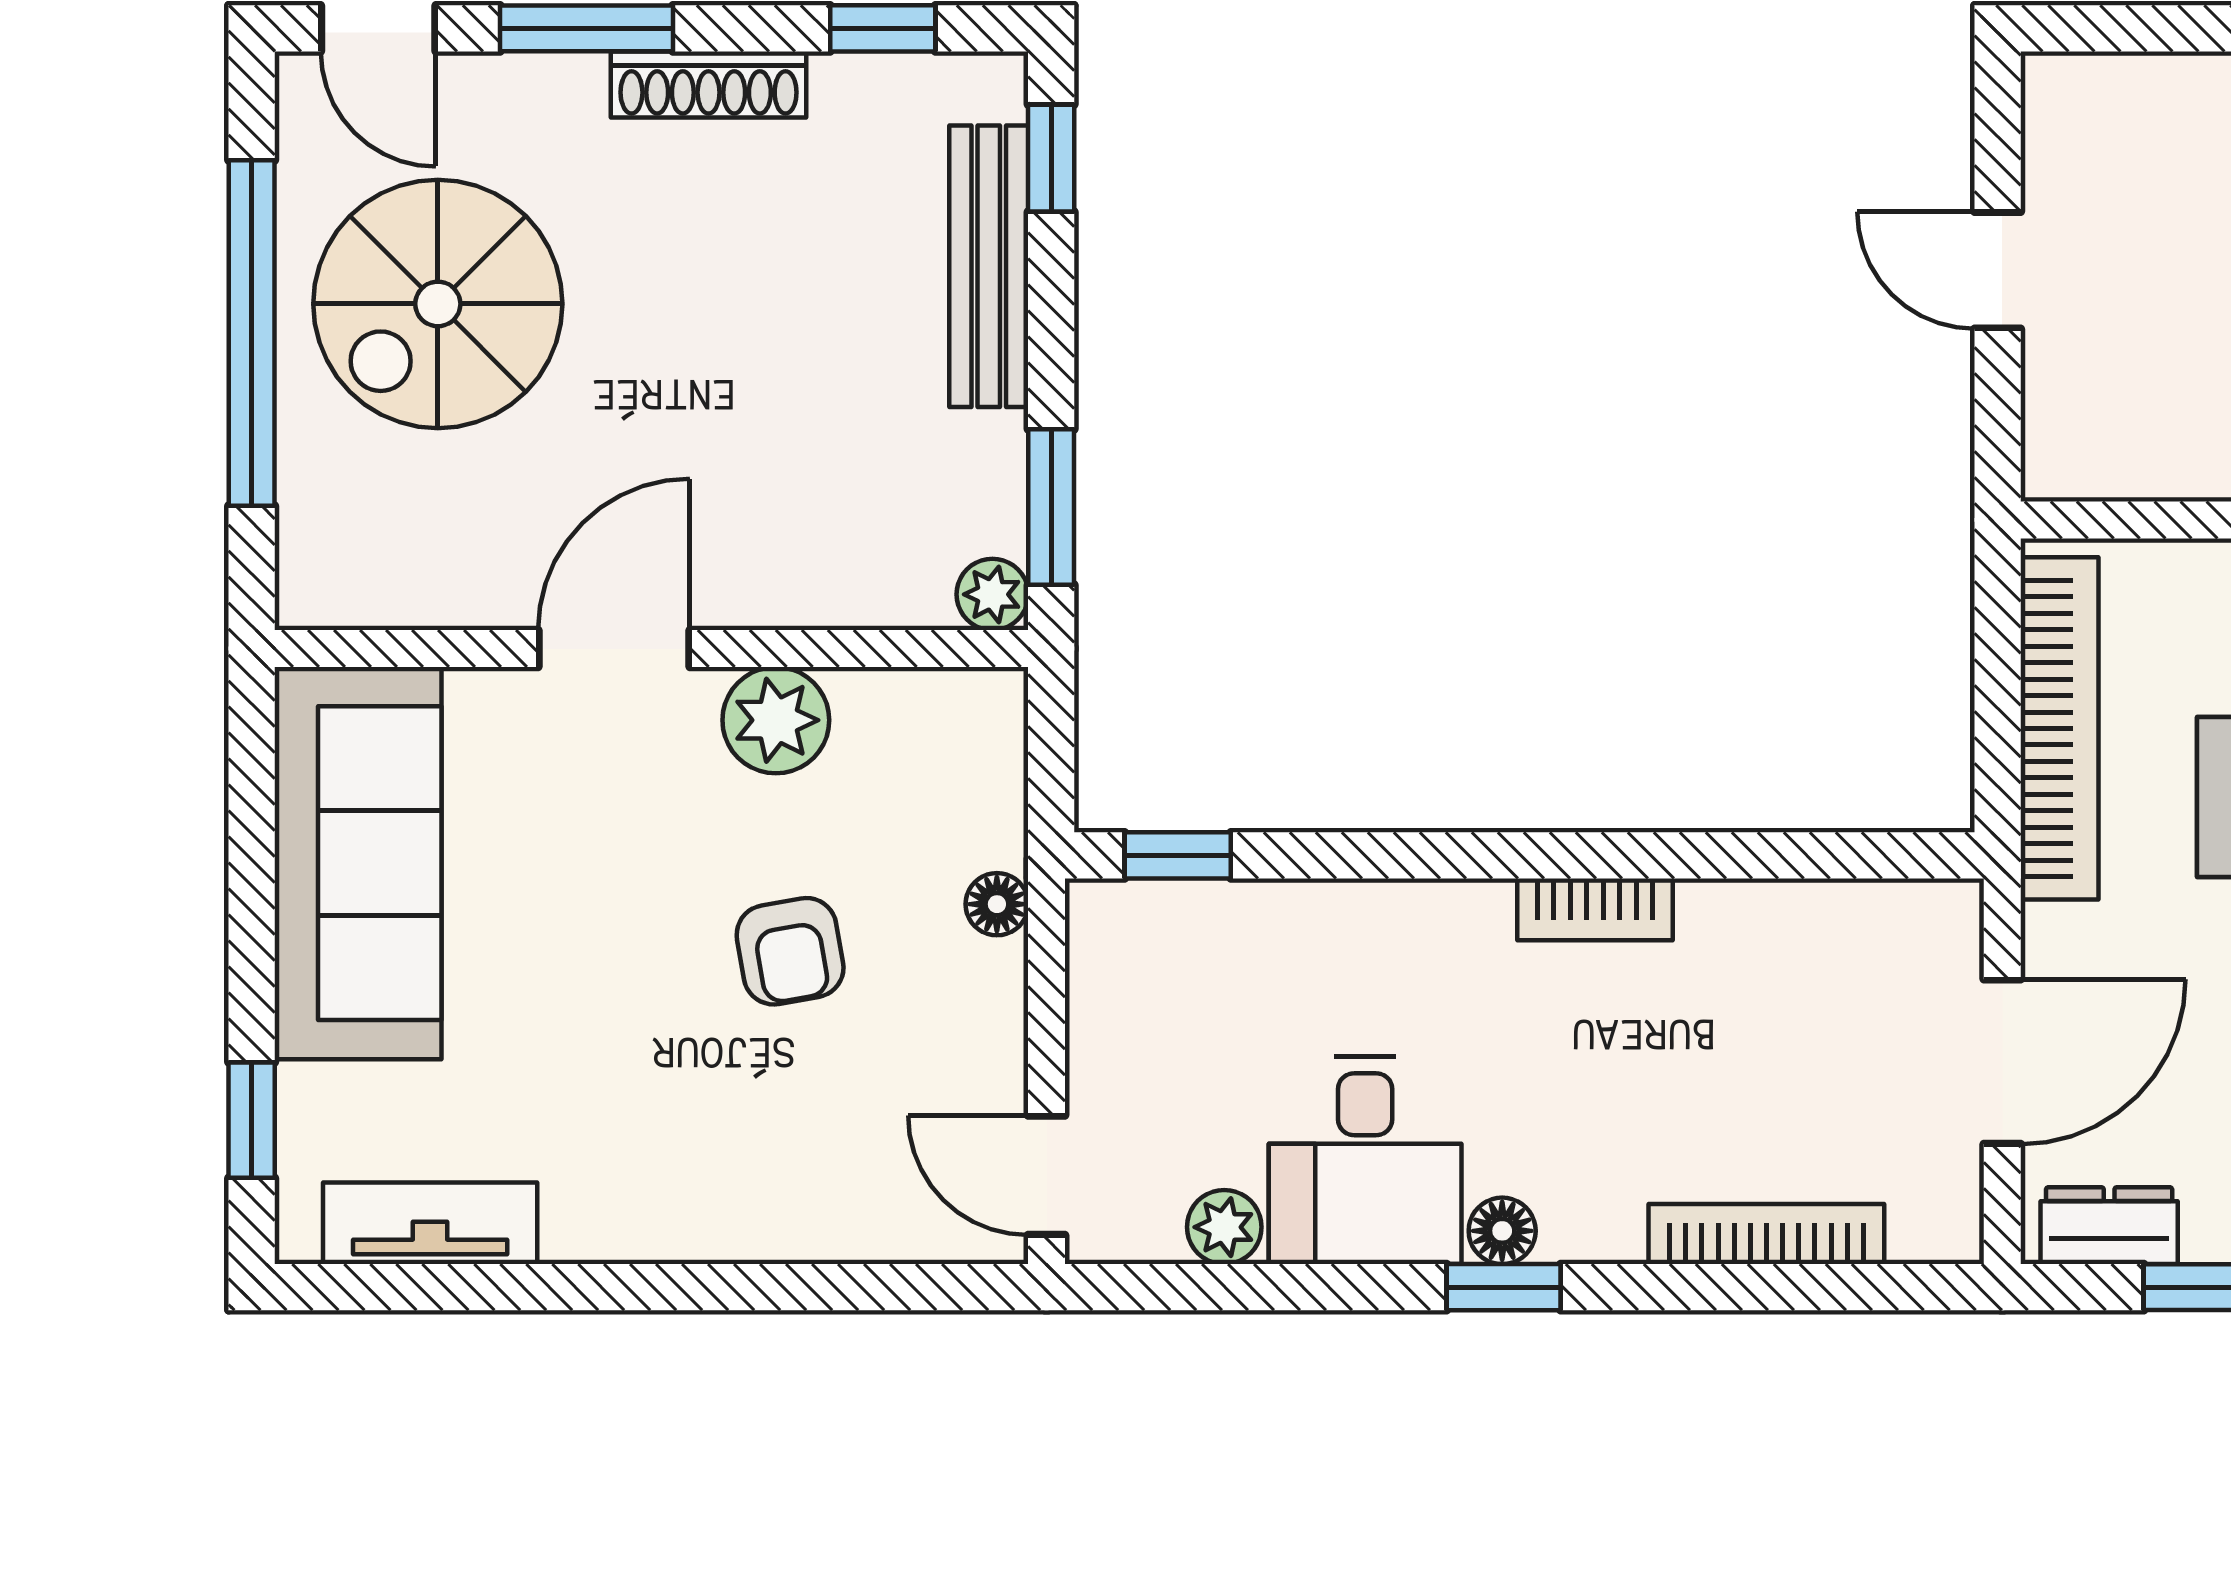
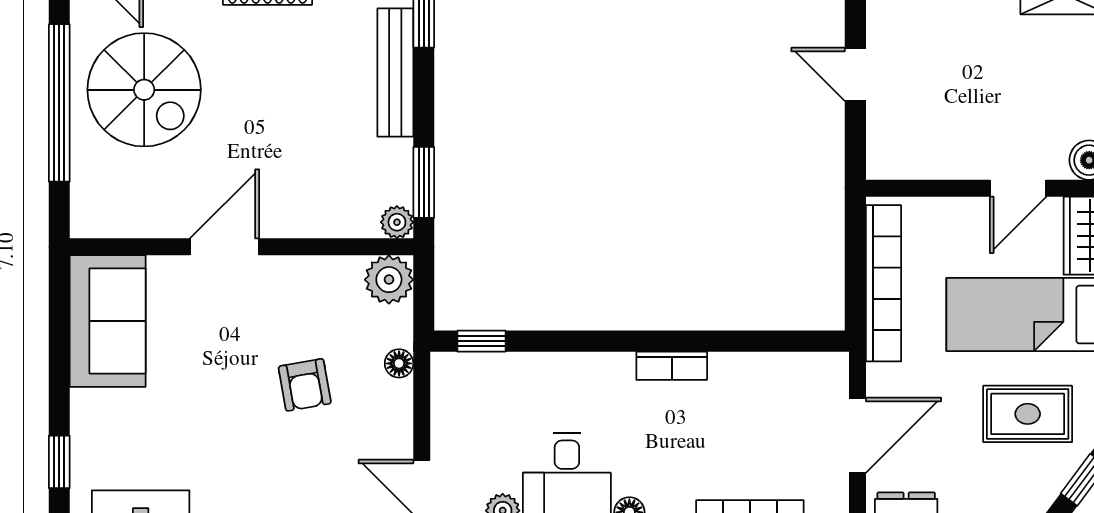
spiral stairs: (438, 304) -> (144, 90), turned -90
plant: (776, 720) -> (389, 280), moved
sofa: (358, 863) -> (108, 321), width x0.73

